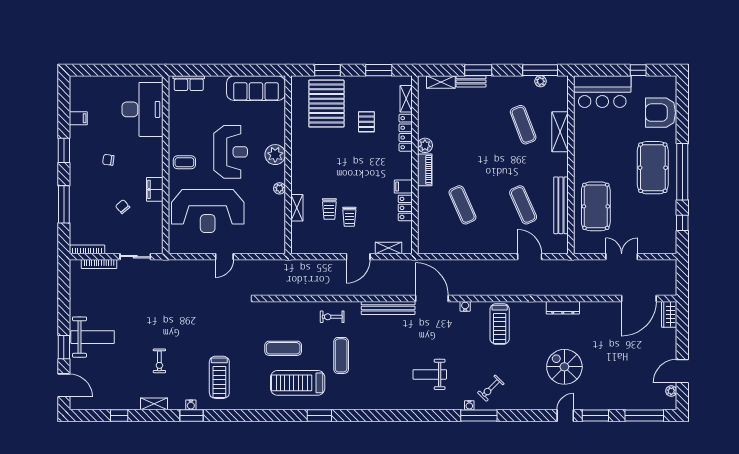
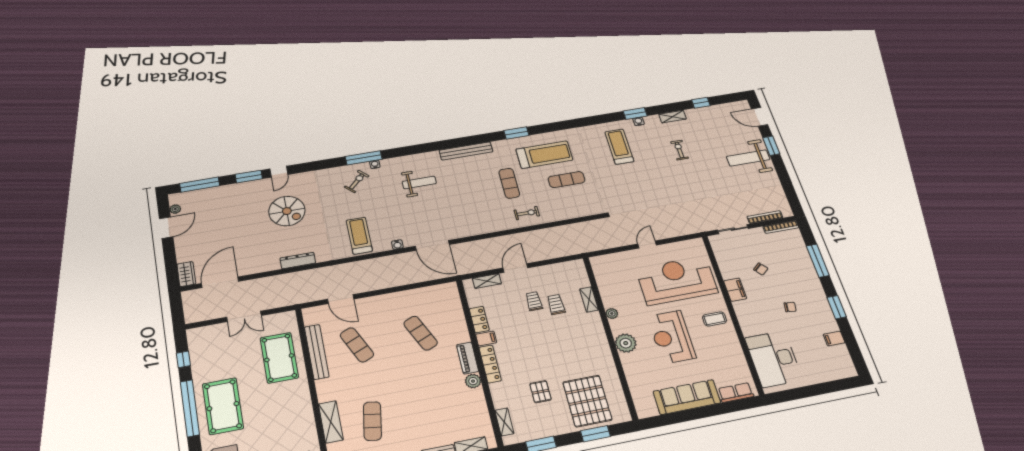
sofa: (256, 88) -> (687, 397), moved
exercise mat: (523, 125) -> (372, 421), turned 30
locker: (406, 133) -> (490, 364), moved
bench: (388, 308) -> (466, 151), moved

